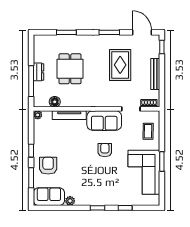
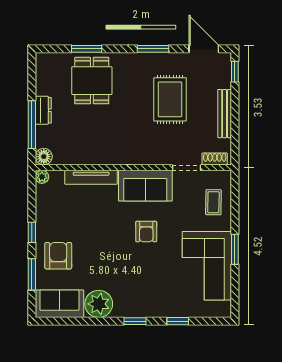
dining table: (70, 69) -> (92, 81), moved
floor lamp: (55, 102) -> (44, 157), moved
armchair: (105, 150) -> (146, 232), turned 180
plant: (70, 201) -> (99, 304), width x1.87, depth x1.87

